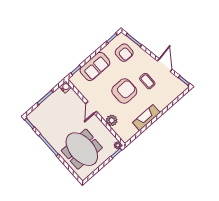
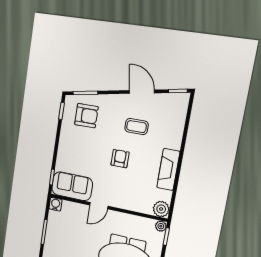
sofa: (95, 66) -> (72, 186), moved, turned -90
armchair: (124, 91) -> (120, 159), width x0.53, depth x0.53
door: (91, 107) -> (99, 206), hinge flipped
plant: (112, 120) -> (161, 209), moved

